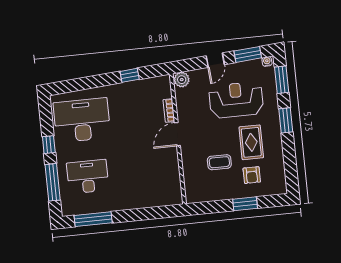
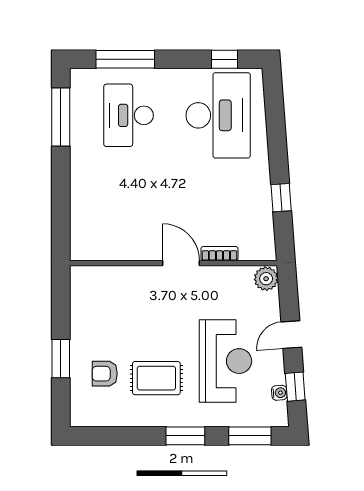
window: (248, 54) -> (295, 387), width x0.67
door: (215, 60) -> (291, 335), hinge flipped
water cooler: (267, 61) -> (279, 393), moved
window: (49, 145) -> (225, 59), moved
coffee table: (219, 162) -> (130, 325), removed
desk: (88, 177) -> (129, 115), turned 180

